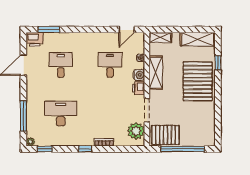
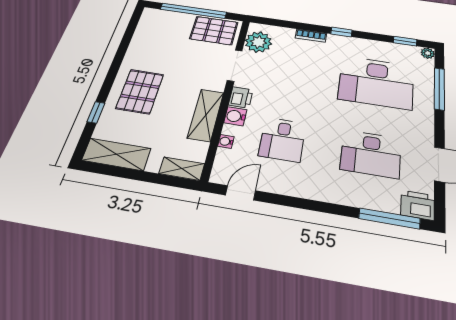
window: (49, 29) -> (389, 218), width x1.44
desk: (61, 65) -> (371, 154), width x1.37
pallet: (198, 81) -> (140, 91), width x0.73, depth x0.71
desk: (61, 114) -> (376, 82), width x1.36, depth x1.30

